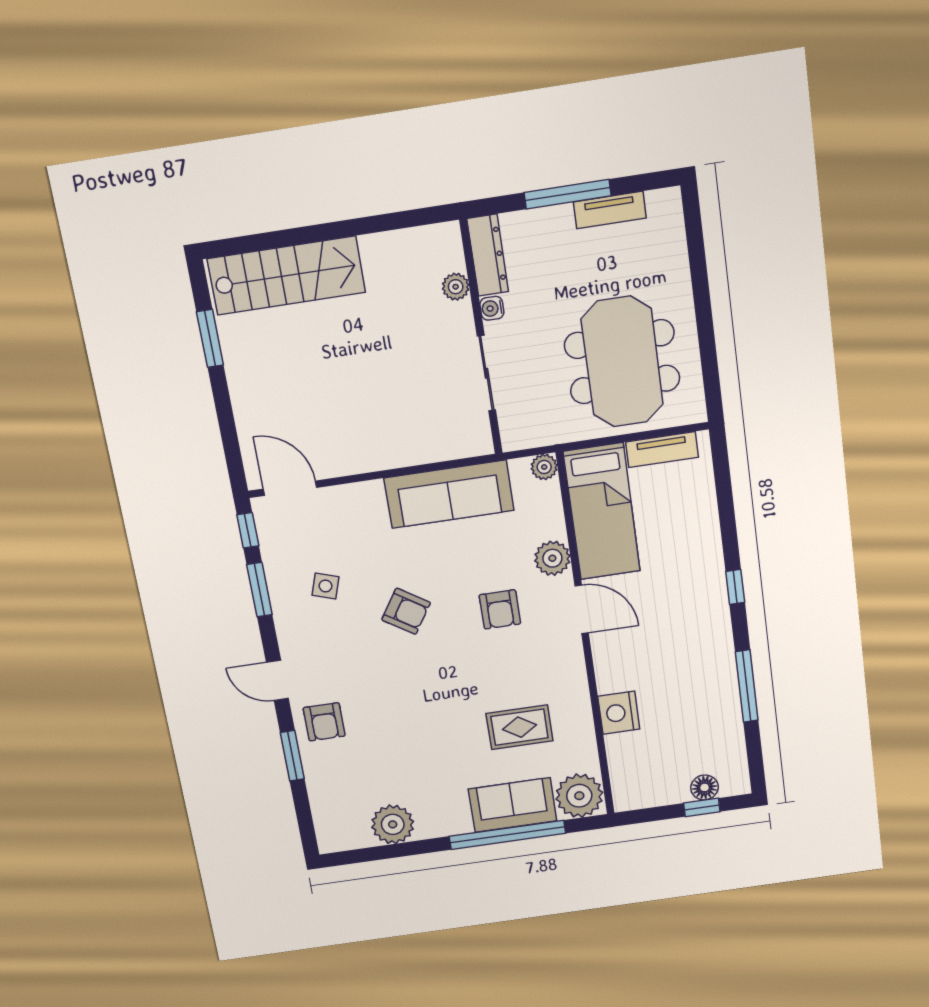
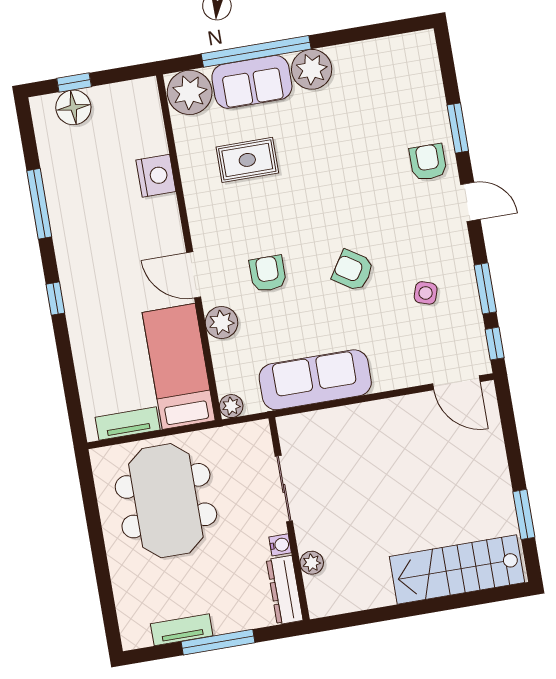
floor lamp: (705, 787) -> (73, 107), width x1.38, depth x1.38
plant: (393, 824) -> (312, 69), moved

